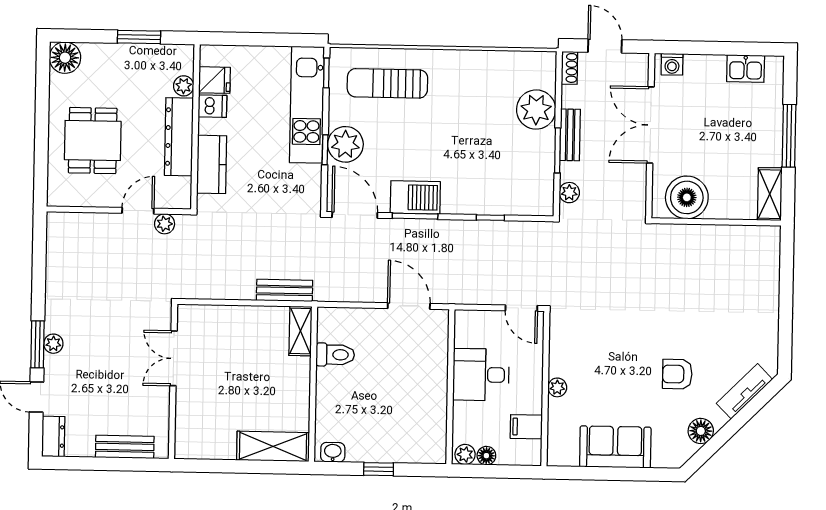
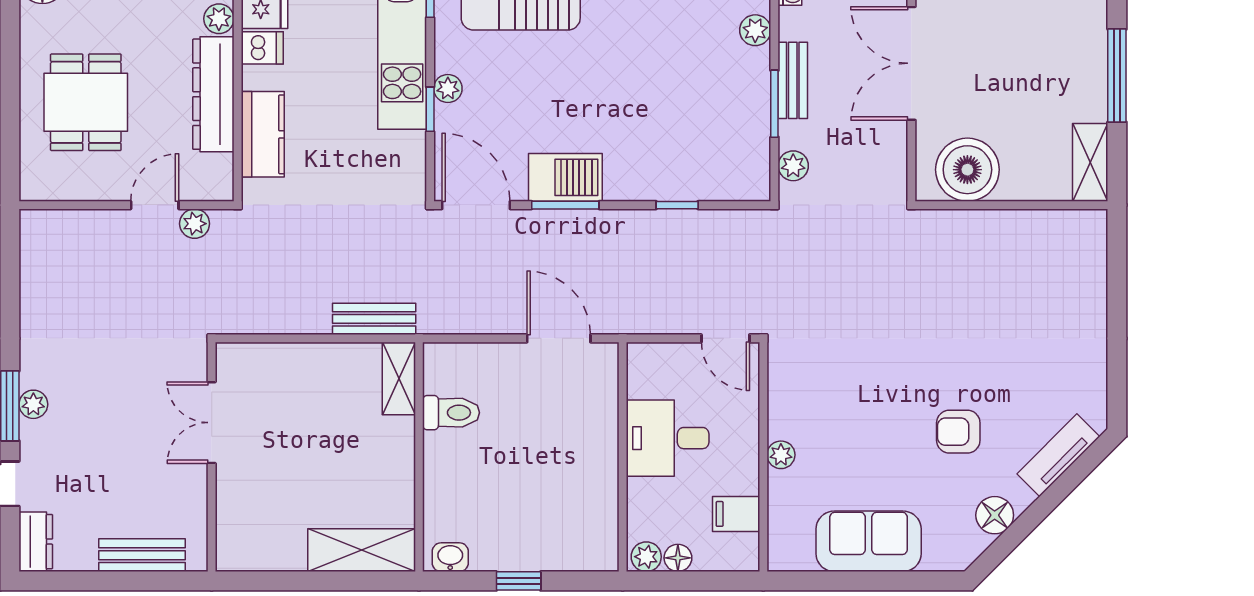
plant: (536, 110) -> (755, 30), width x0.53, depth x0.53
plant: (345, 144) -> (448, 88), width x0.53, depth x0.53

